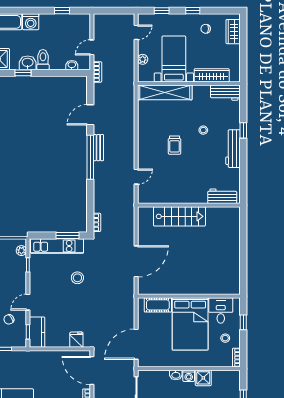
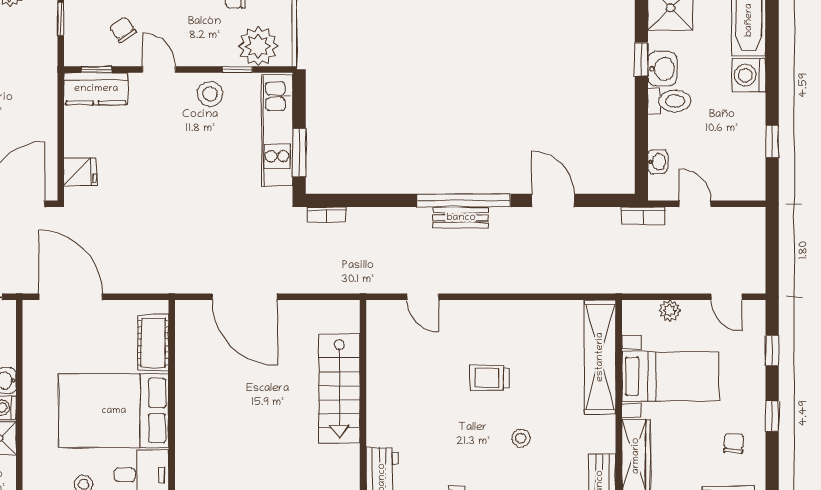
bench: (98, 148) -> (461, 218), moved
plant: (21, 251) -> (258, 46), width x1.88, depth x1.88
stool: (77, 278) -> (210, 94), moved

